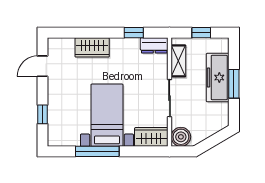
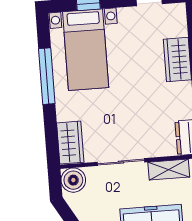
bed with nightstands: (107, 115) -> (86, 50), moved, turned 90

